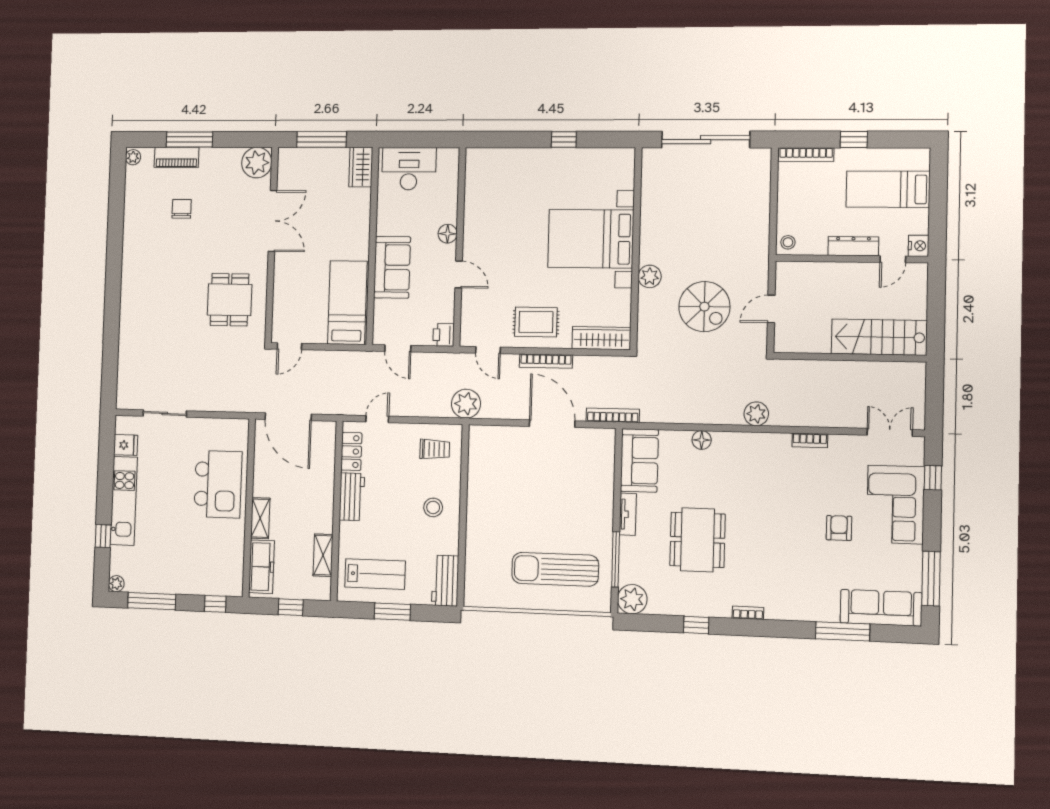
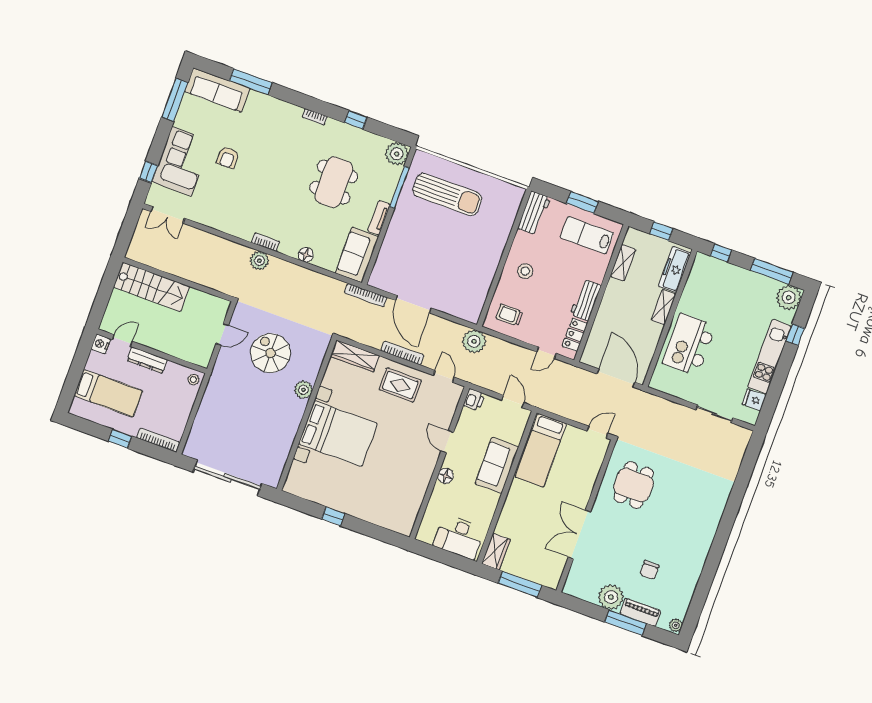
plant: (257, 163) -> (611, 597), moved
bookcase: (810, 440) -> (265, 242), moved
plant: (116, 584) -> (789, 298), width x1.88, depth x1.88

